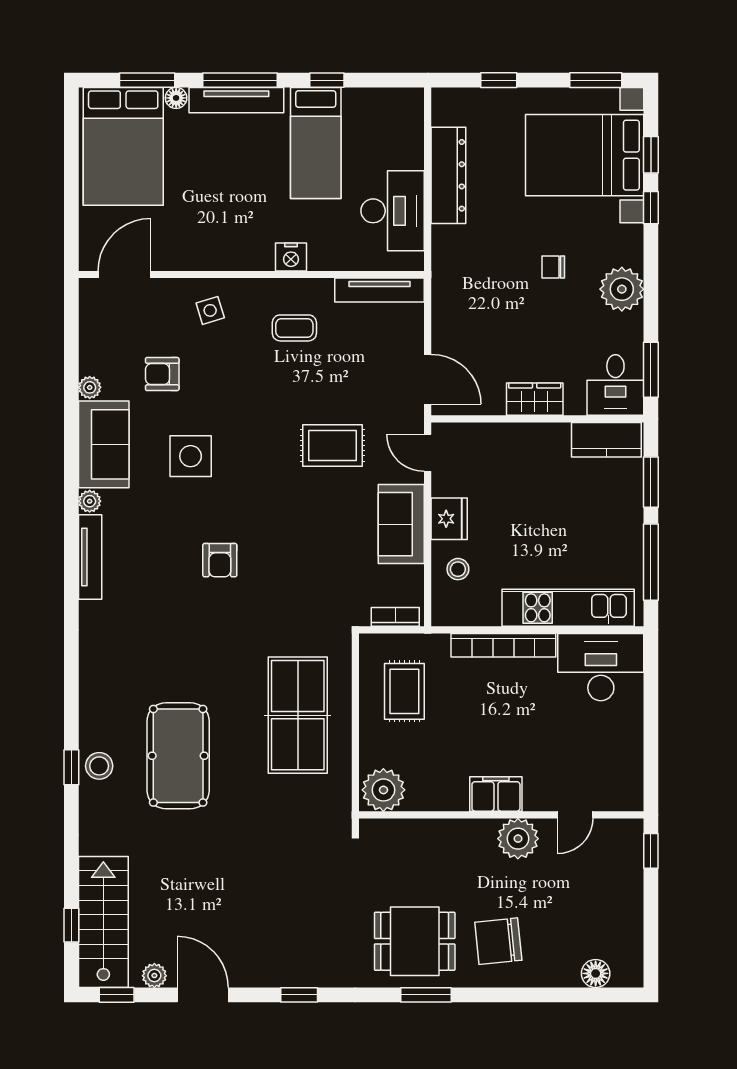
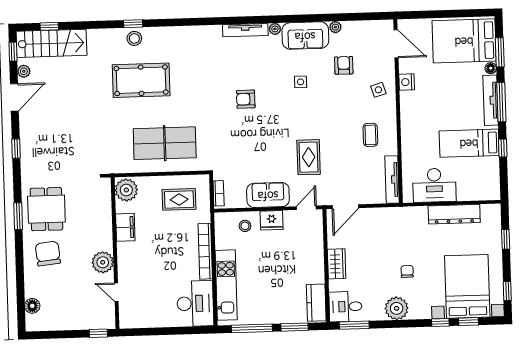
window: (596, 80) -> (507, 291), width x0.67
nightstand: (291, 257) -> (407, 82), moved
side table: (191, 456) -> (301, 82), width x0.54, depth x0.54
filing cabinet: (496, 794) -> (125, 227), moved

